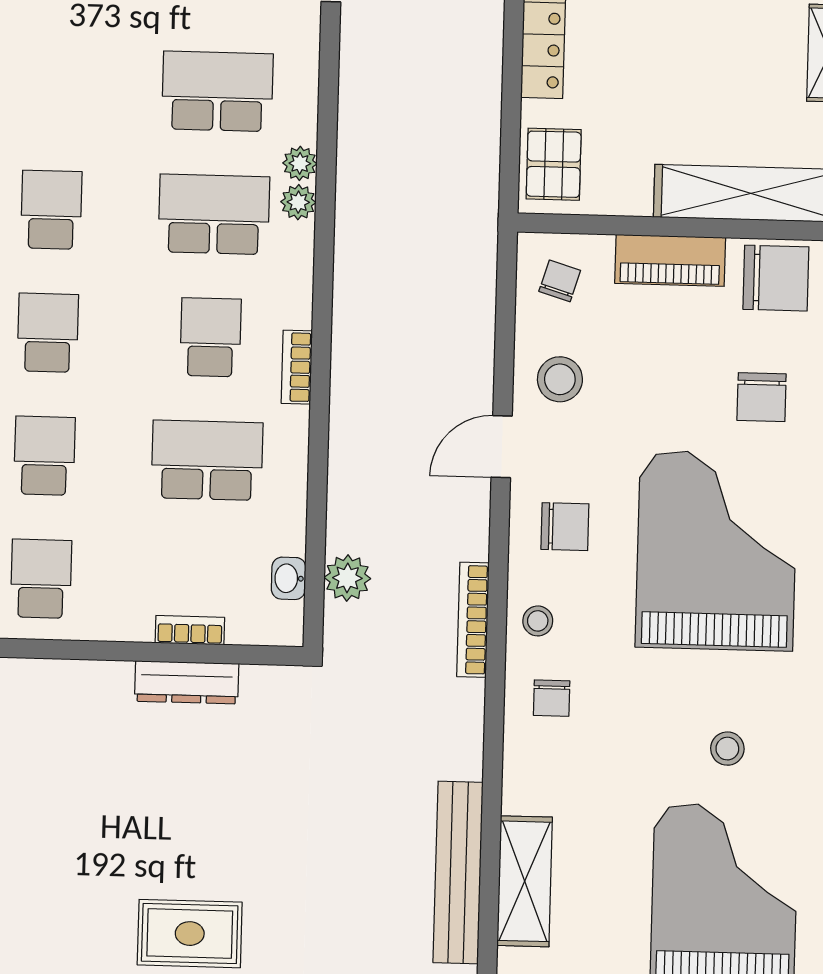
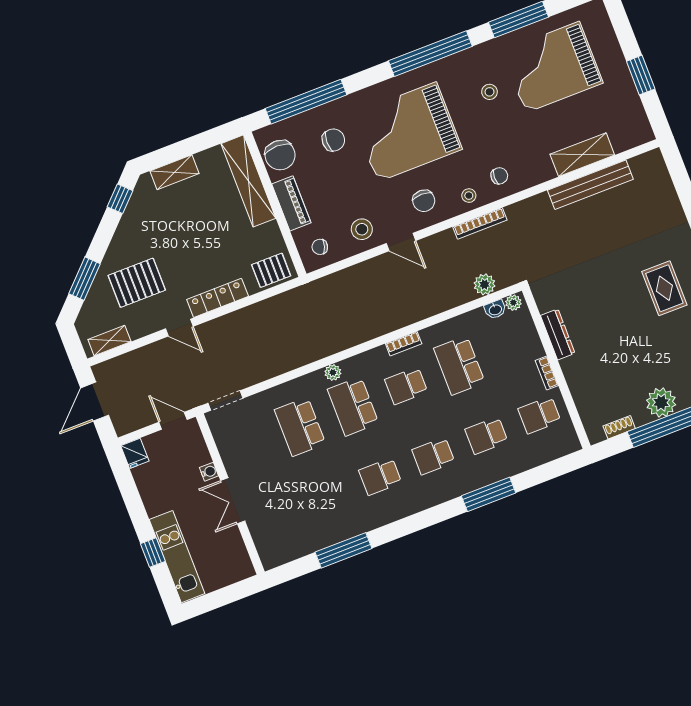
plant: (300, 163) -> (513, 303), moved
chair: (776, 278) -> (280, 155), turned 180
chair: (565, 527) -> (424, 201), turned 180
bookcase: (190, 630) -> (547, 373), moved

